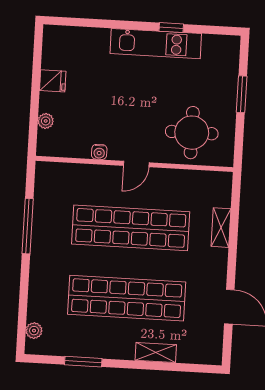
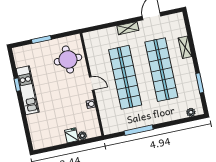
fridge: (53, 81) -> (71, 135), moved
shelving: (221, 228) -> (128, 28), moved

